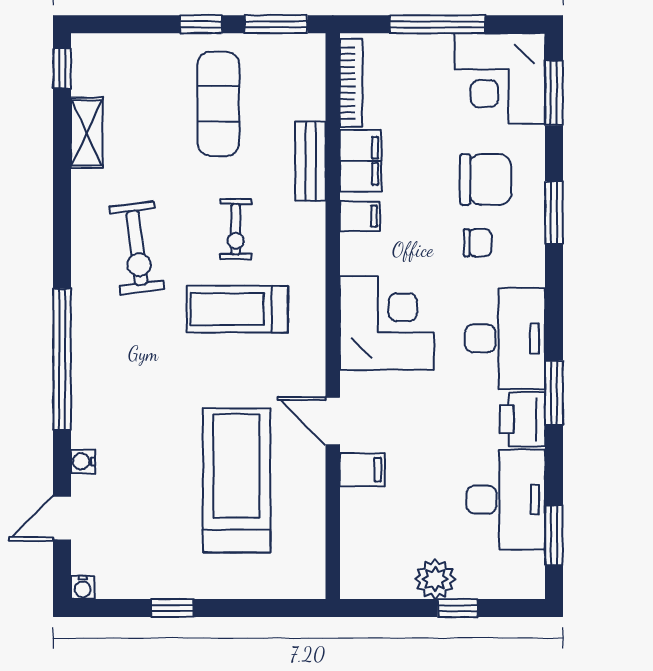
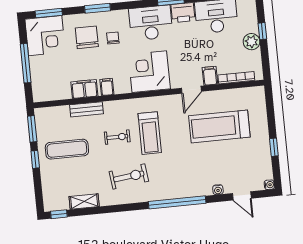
bookcase: (351, 83) -> (236, 78), moved

